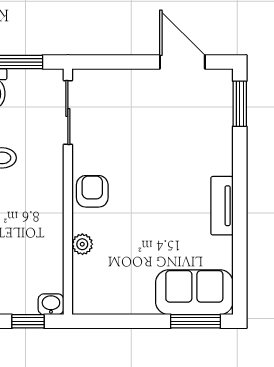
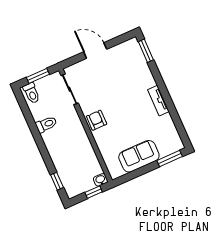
door: (182, 62) -> (95, 51), moved
plant: (82, 244) -> (103, 146), removed
sofa: (194, 292) -> (139, 156), moved

